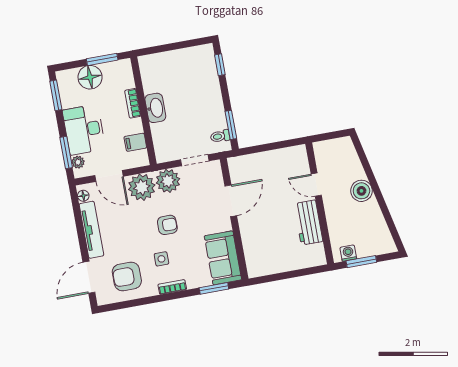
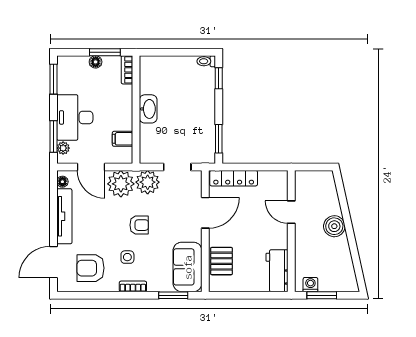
floor lamp: (90, 77) -> (96, 62), width x0.53, depth x0.53
bookcase: (133, 103) -> (127, 70), moved
toilet: (220, 136) -> (206, 61), moved
locker: (253, 161) -> (234, 178), added
workbench: (308, 223) -> (277, 271), moved
pallet: (256, 246) -> (221, 261), added

